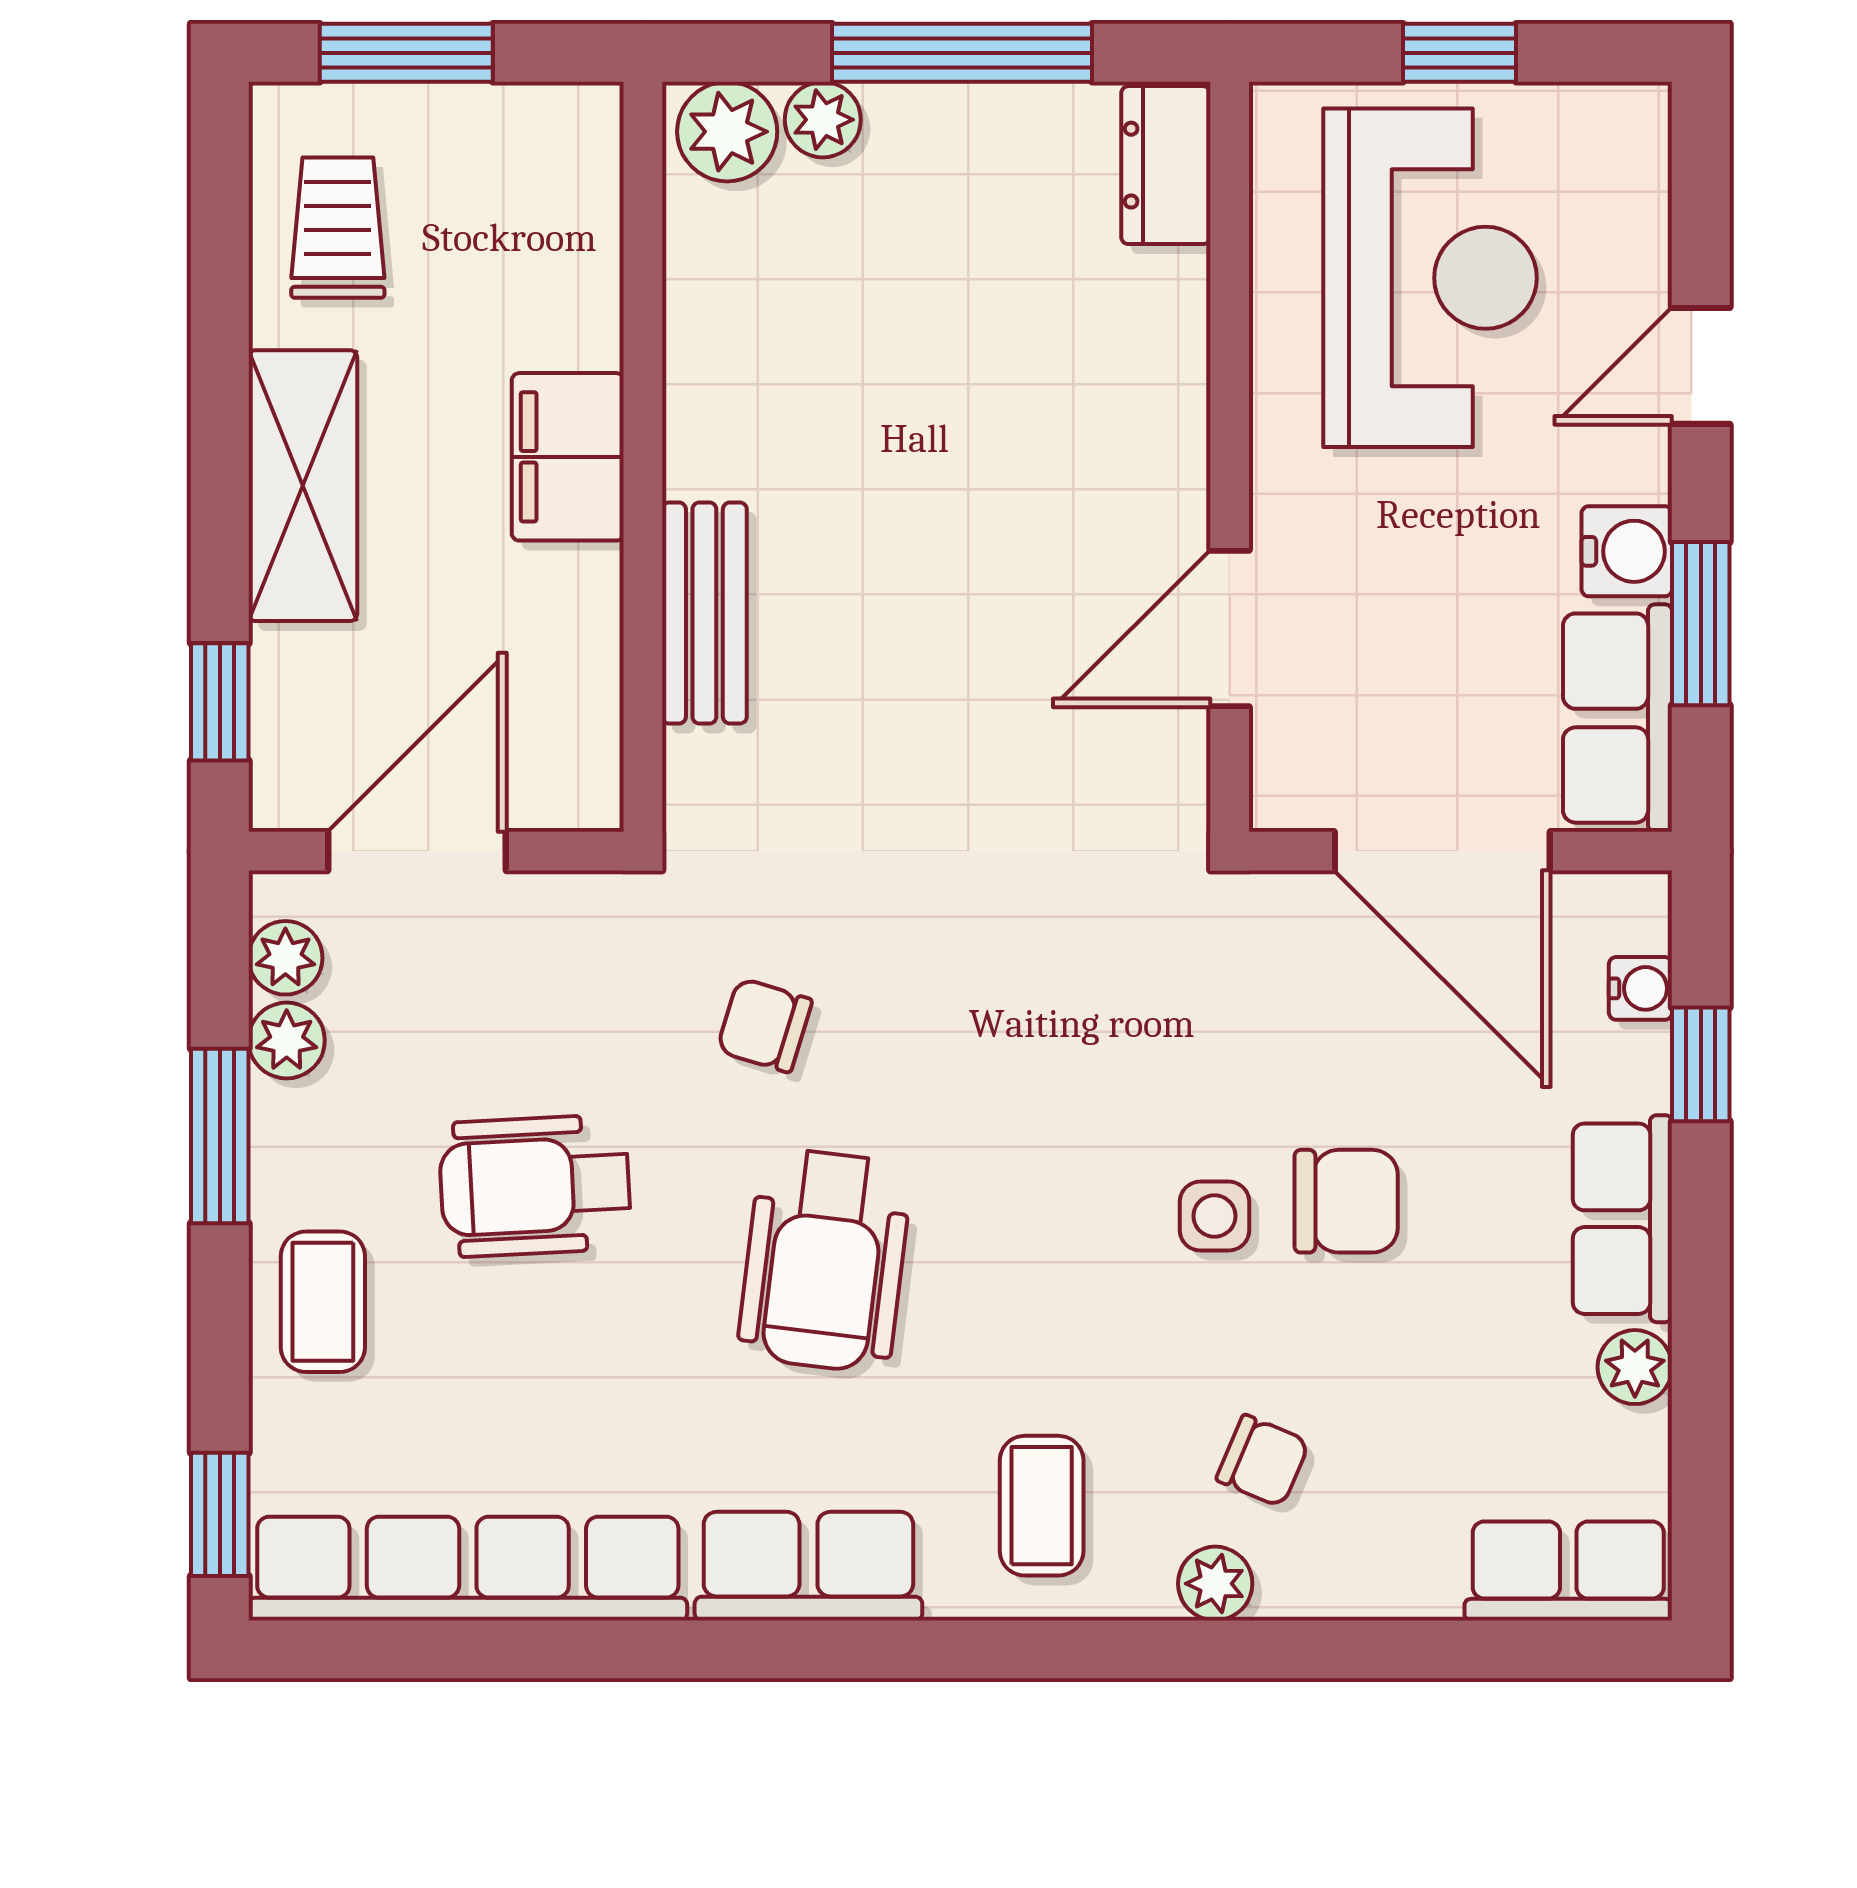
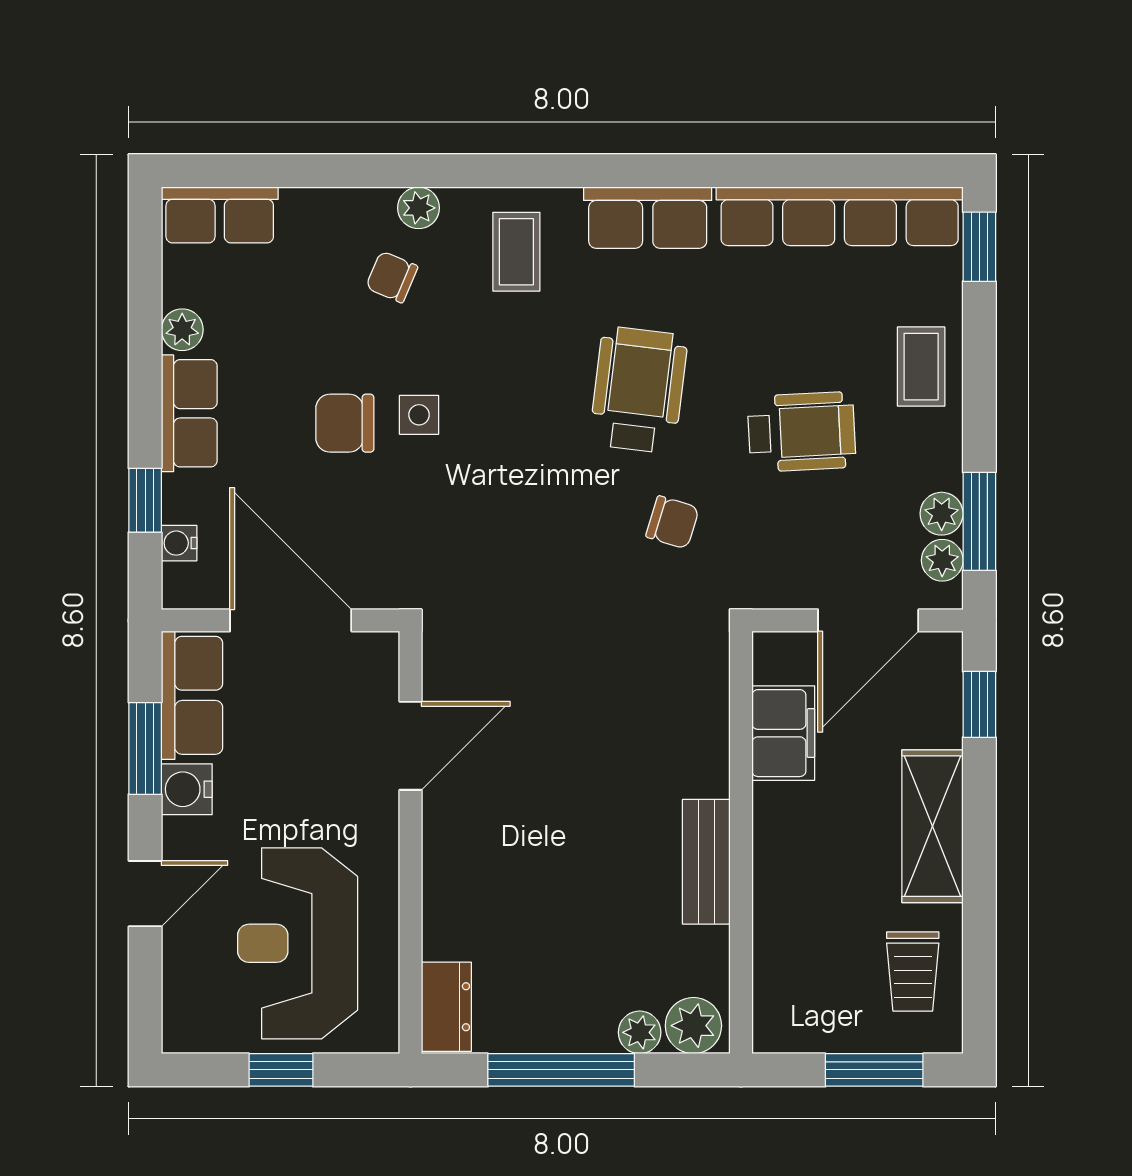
filing cabinet: (568, 457) -> (783, 733), moved
bench: (704, 613) -> (706, 862), moved
window: (220, 1136) -> (979, 521), moved

